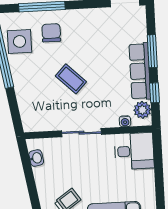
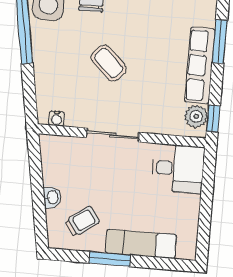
window: (154, 93) -> (213, 119), moved
water cooler: (125, 121) -> (57, 118), moved
washbasin: (36, 158) -> (52, 197), moved

